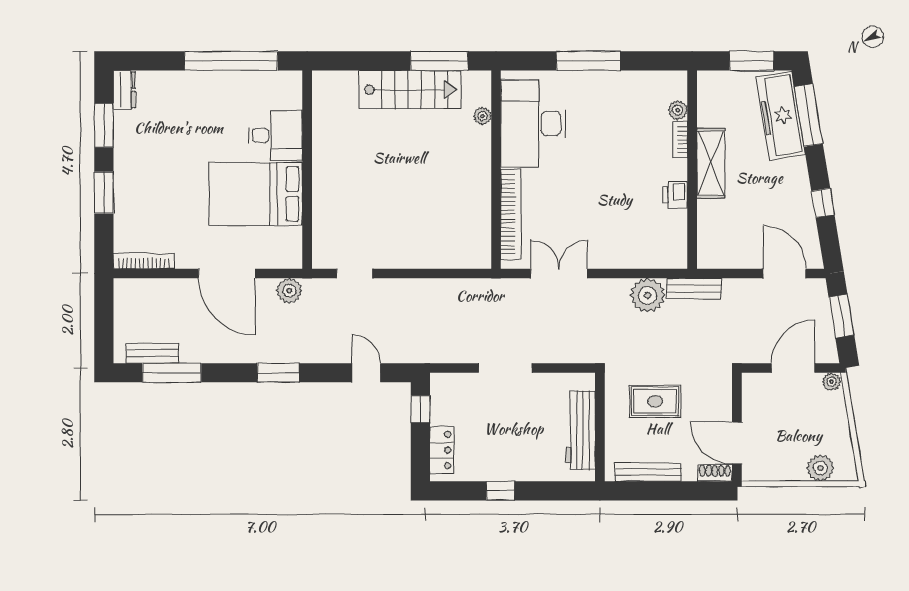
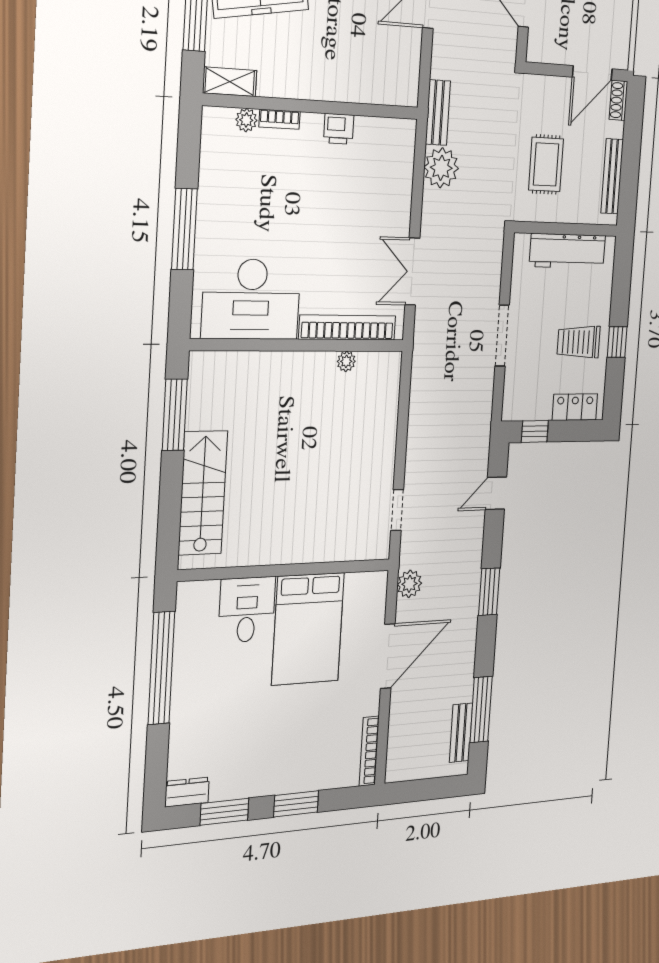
stairs: (410, 90) -> (203, 493), moved
plant: (483, 116) -> (346, 361), moved
shelving: (711, 163) -> (230, 82), moved, width x0.67, depth x0.75
trolley: (500, 449) -> (579, 342), added

